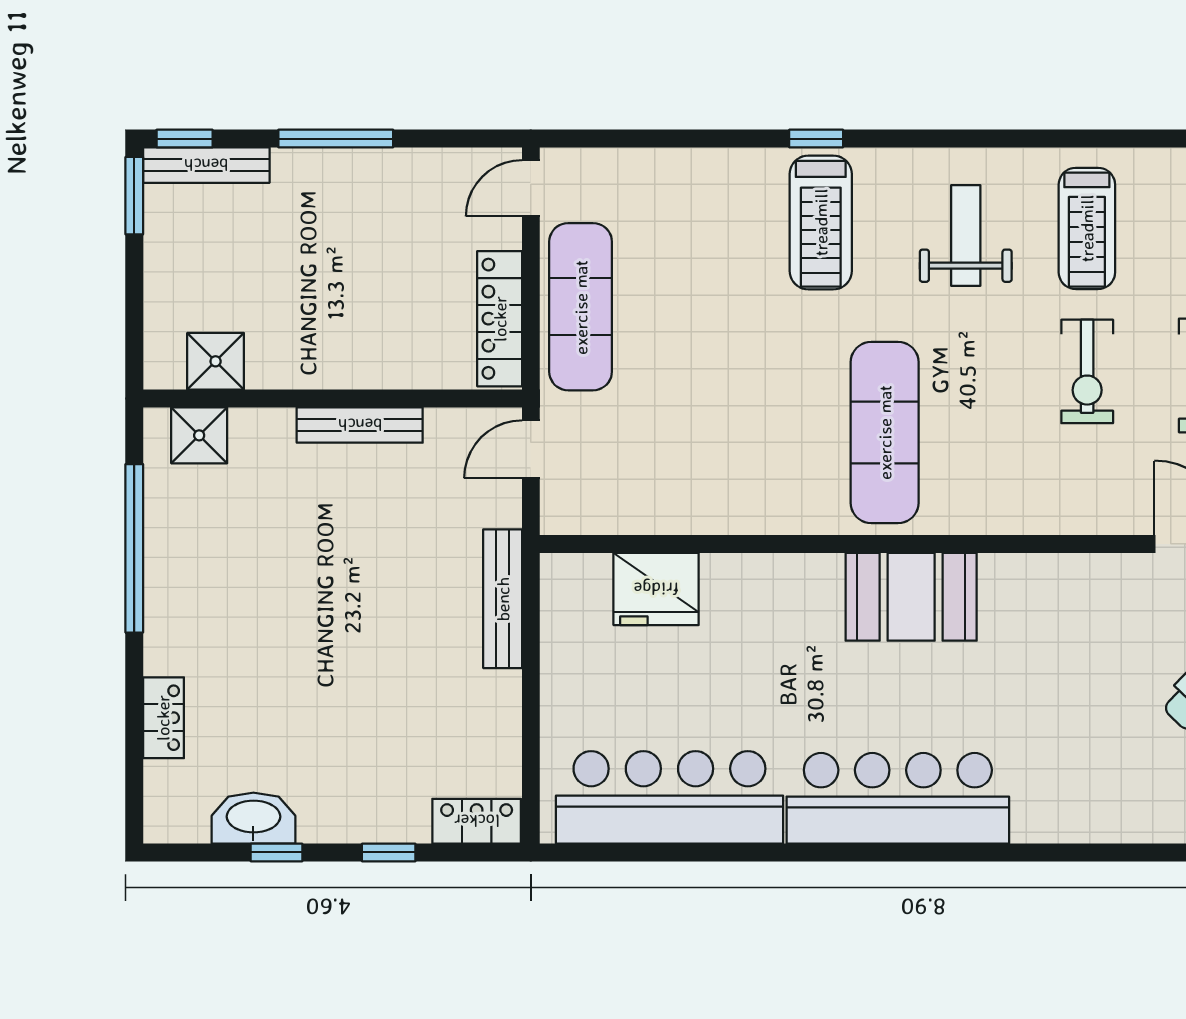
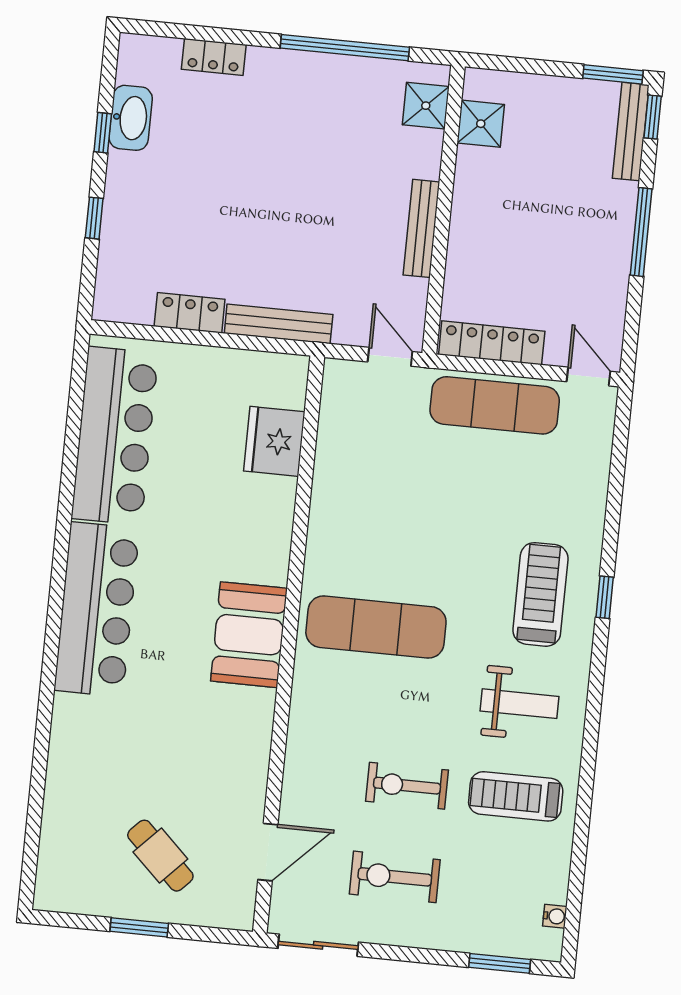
treadmill: (821, 222) -> (540, 594), turned 90
locker: (477, 821) -> (190, 313), moved, turned -90

